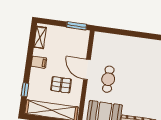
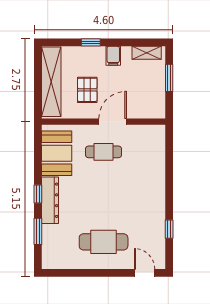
window: (77, 26) -> (169, 78), moved
window: (25, 90) -> (91, 42), moved

